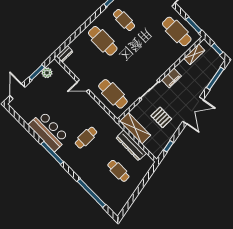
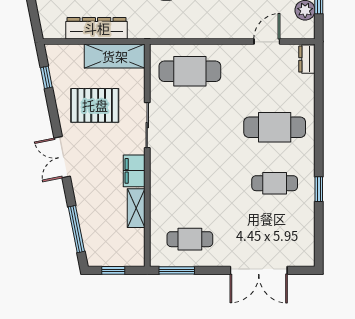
cafe table: (177, 31) -> (190, 239), width x0.73, depth x0.74
shelving: (194, 54) -> (136, 208), moved
door: (83, 86) -> (267, 42), moved
double door: (193, 111) -> (62, 157), width x0.73
pallet: (161, 117) -> (95, 105), width x1.50, depth x1.42

